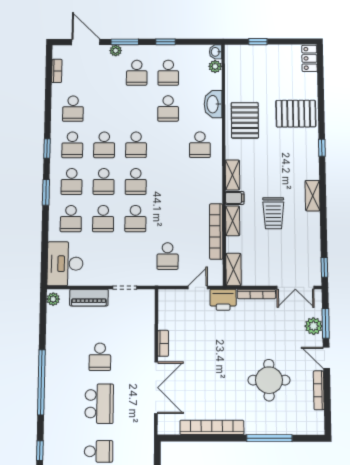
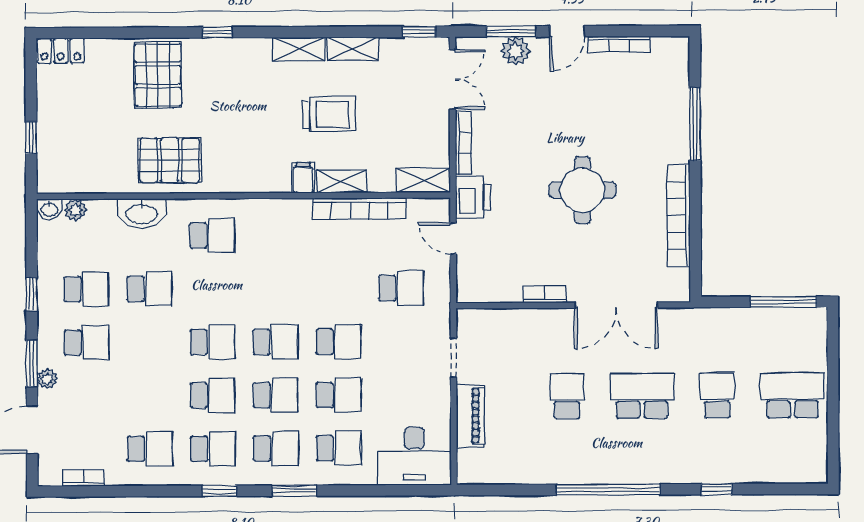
shelving: (232, 175) -> (353, 49), moved
plant: (53, 299) -> (473, 474), removed
school desk: (100, 357) -> (567, 396), turned -90
round table: (269, 380) -> (582, 190), moved
double door: (156, 388) -> (616, 305), swing flipped

